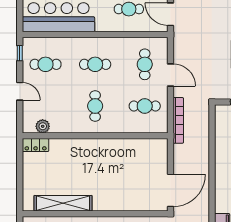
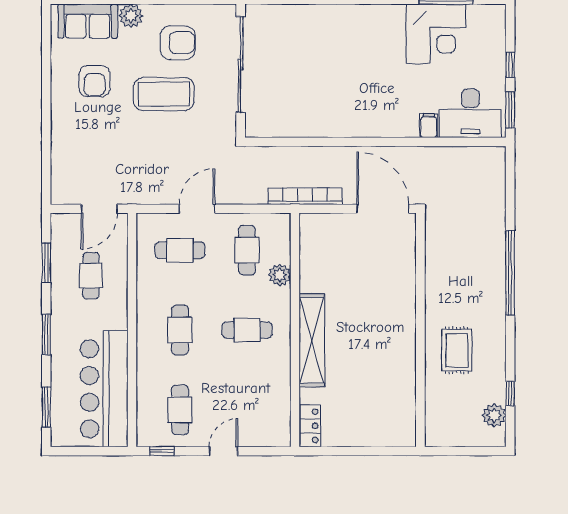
bookcase: (178, 120) -> (305, 196), moved
plant: (43, 126) -> (280, 275), moved
shelving: (63, 203) -> (312, 340), moved

